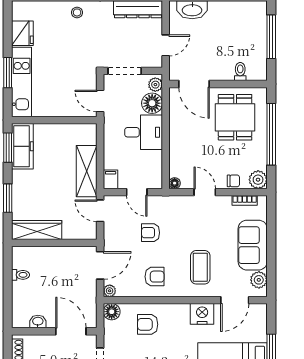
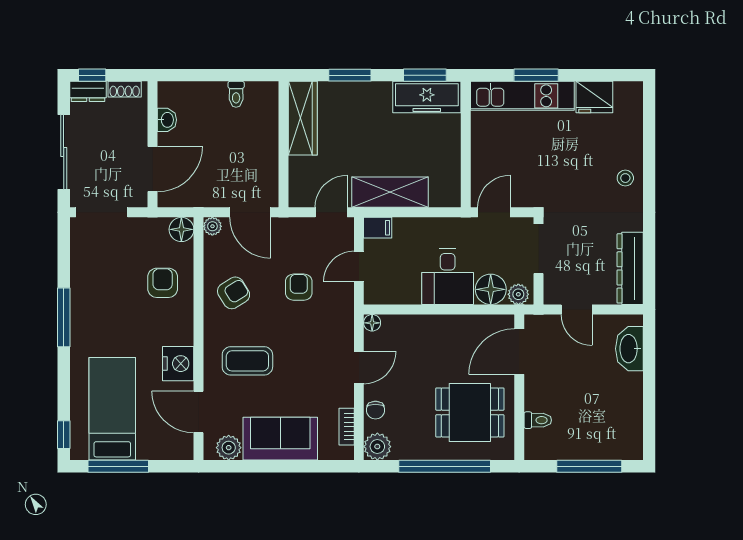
armchair: (154, 277) -> (234, 293), turned -122

